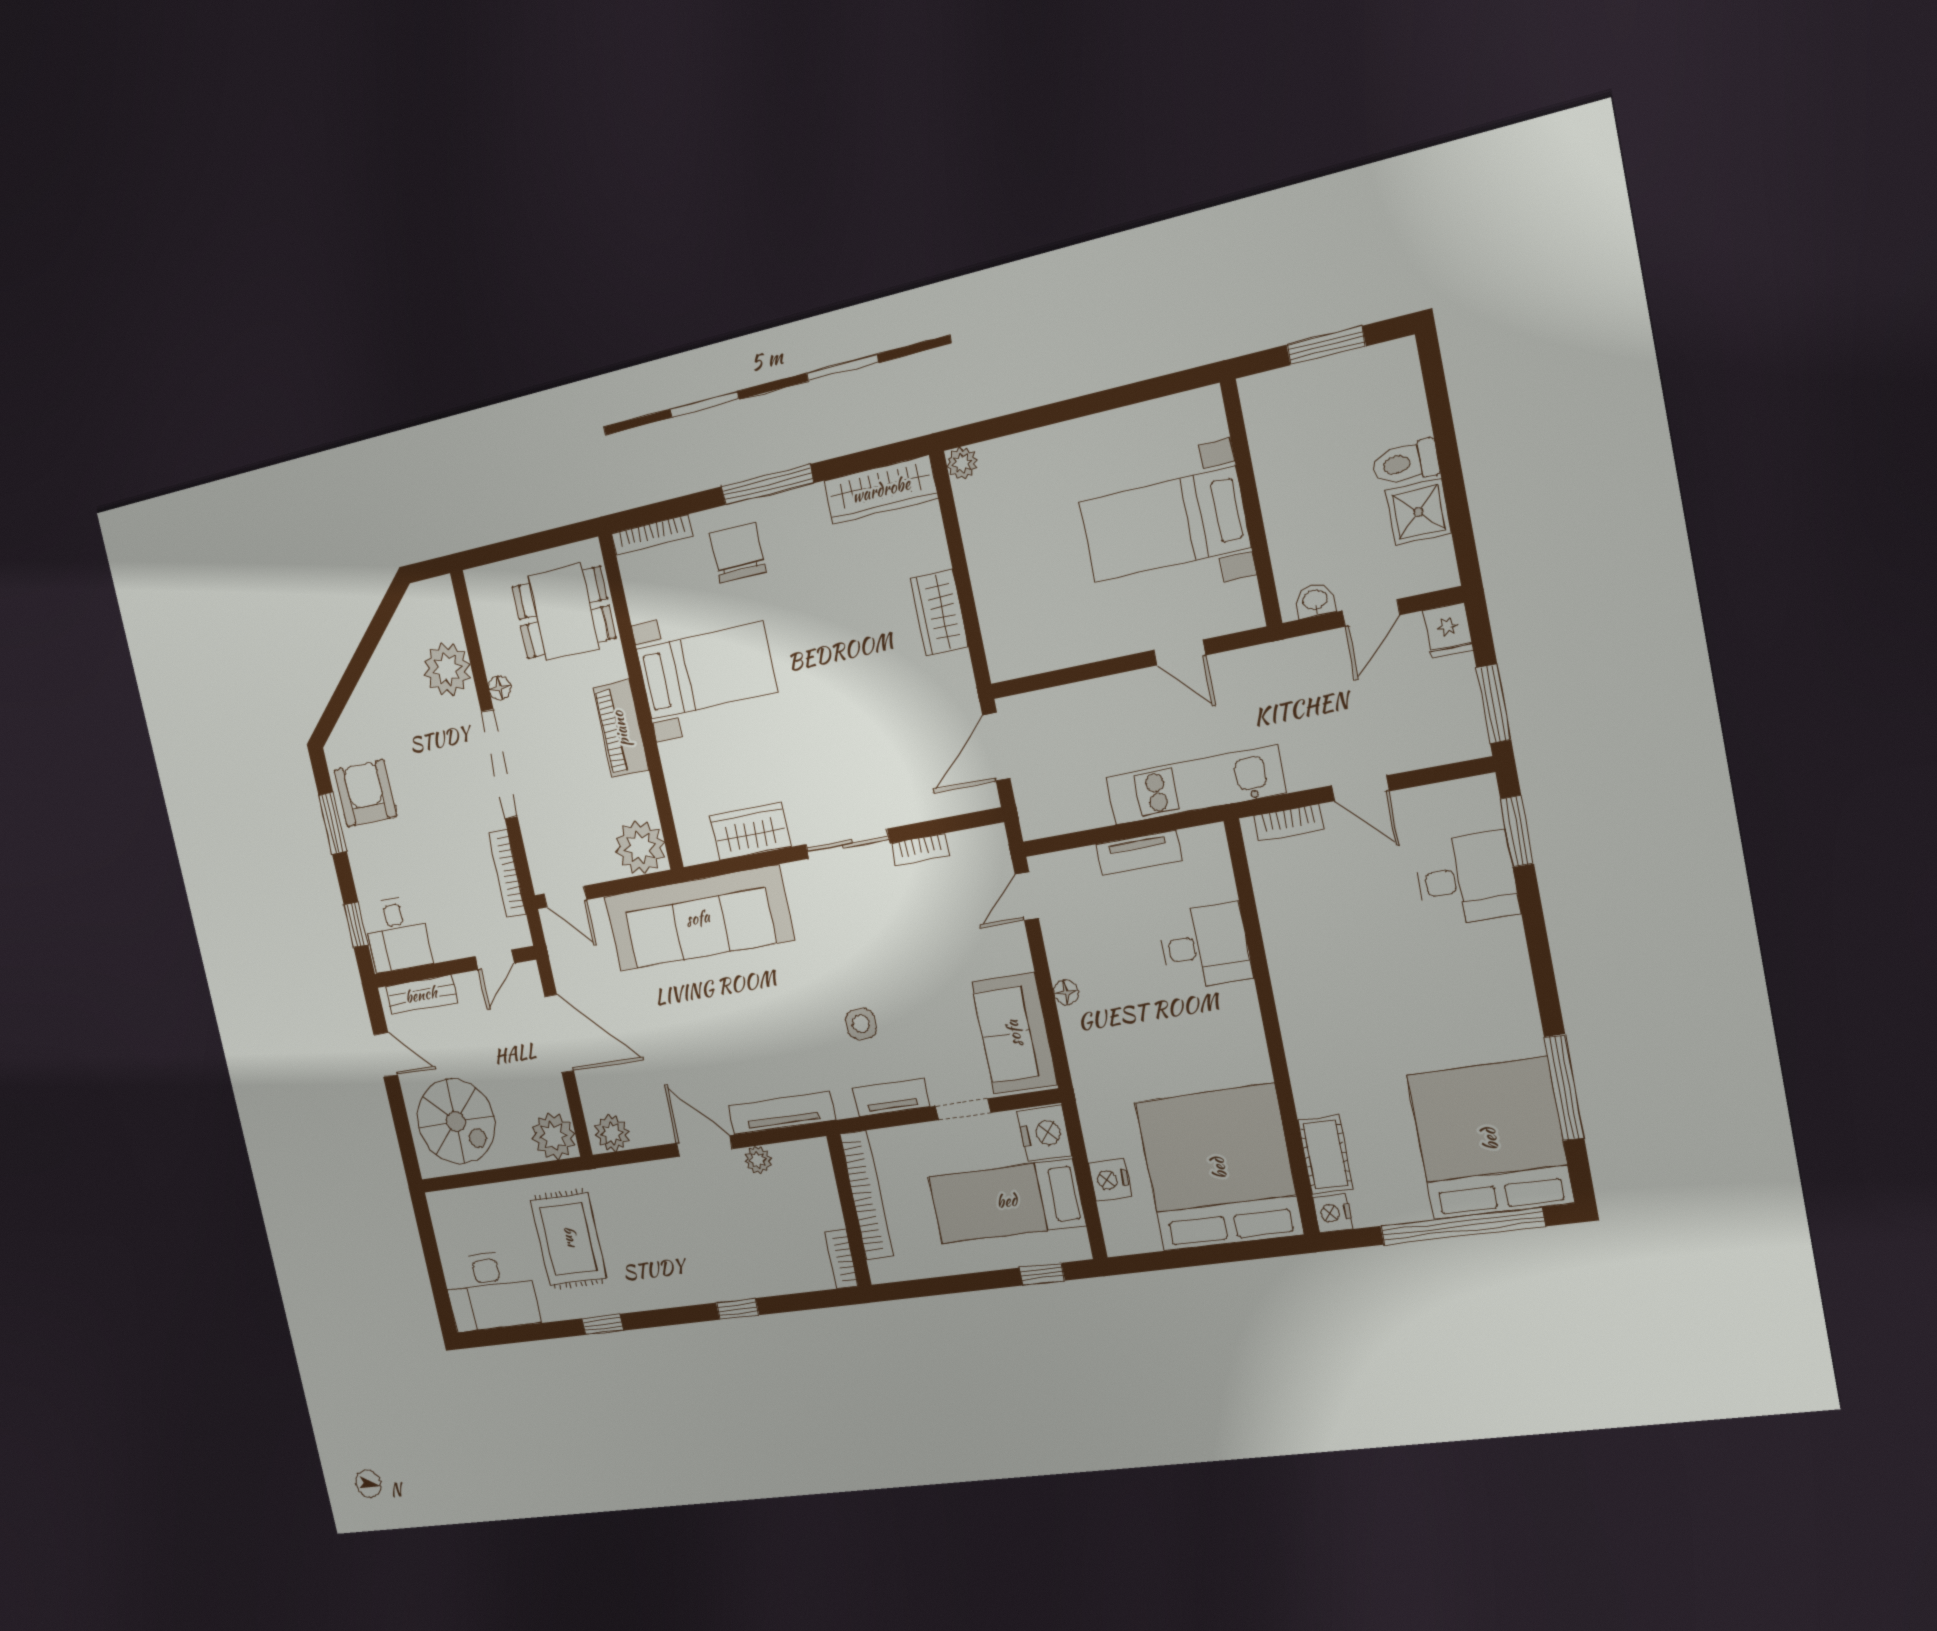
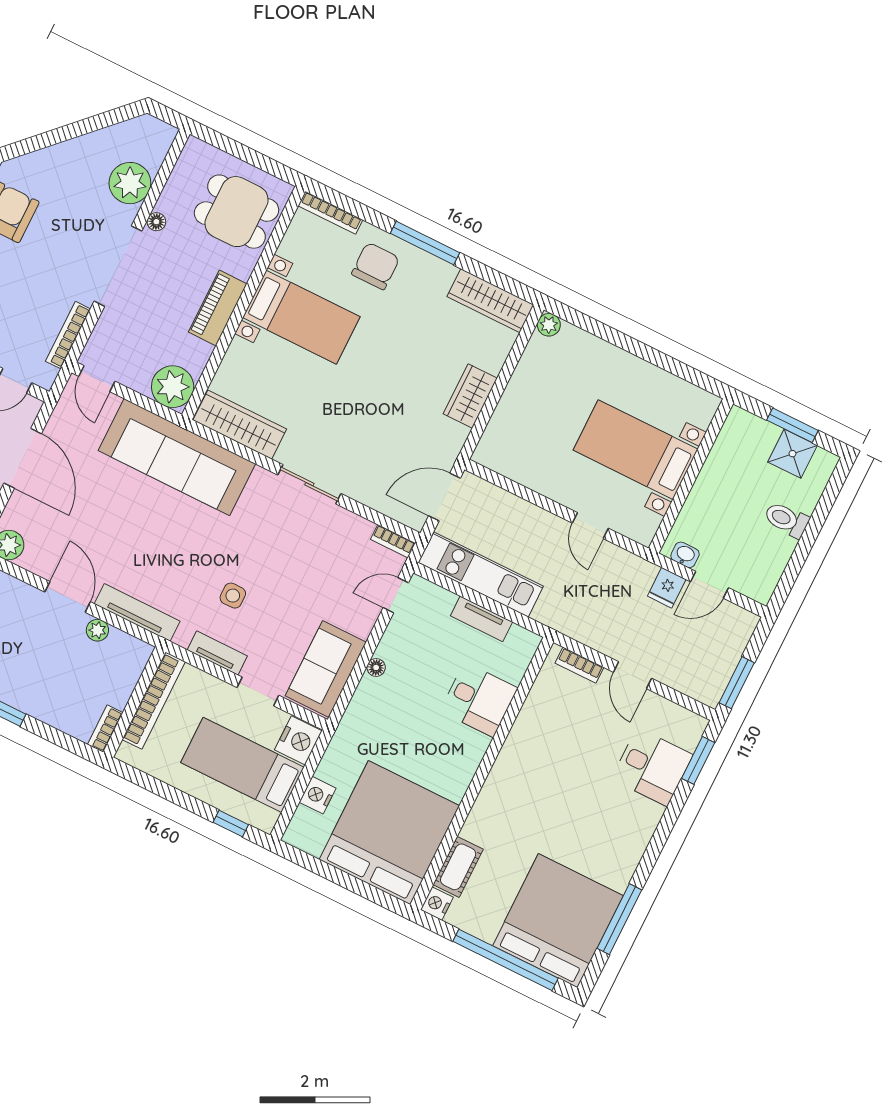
shower: (1418, 512) -> (792, 454), moved
fridge: (1448, 630) -> (667, 588), moved
kitchen unit: (1196, 785) -> (481, 574), moved
wardrobe: (750, 831) -> (240, 425), width x1.50
bookcase: (920, 849) -> (393, 541), moved

